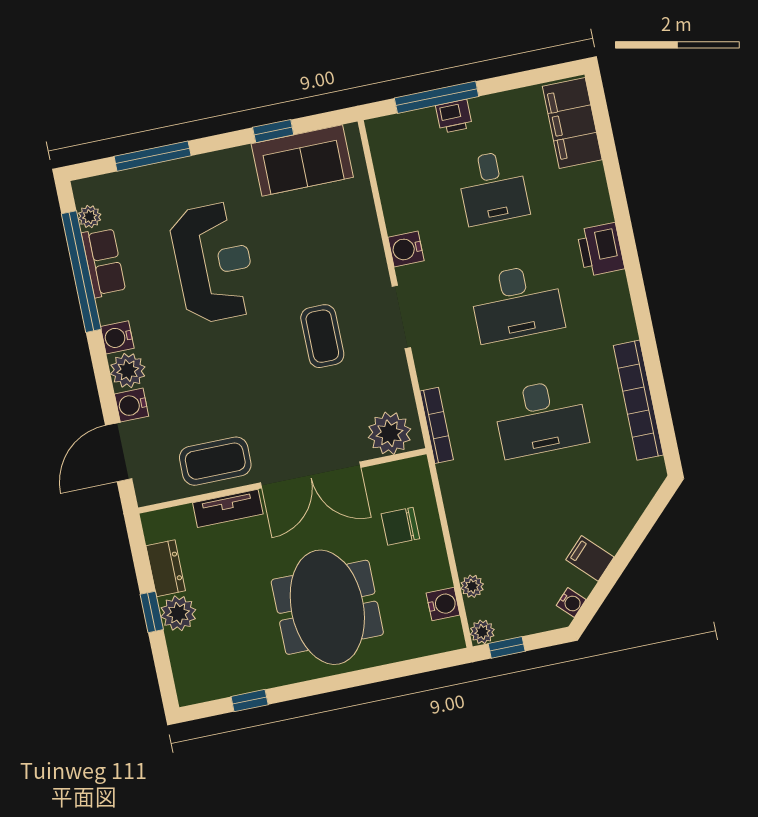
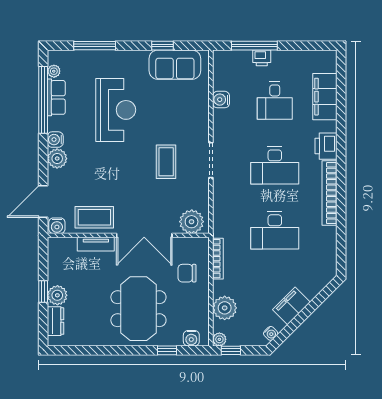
filing cabinet: (572, 123) -> (325, 97), moved
water cooler: (406, 249) -> (221, 100), moved
bookcase: (638, 400) -> (330, 193), moved
water cooler: (132, 405) -> (57, 226), moved, turned -90
bookcase: (437, 425) -> (218, 259), moved
filing cabinet: (590, 558) -> (291, 306), width x2.00
dresser: (166, 568) -> (56, 321), moved
plant: (472, 586) -> (225, 308), width x1.87, depth x1.87
water cooler: (443, 604) -> (191, 338), moved, turned 90
window: (250, 701) -> (167, 350), moved

